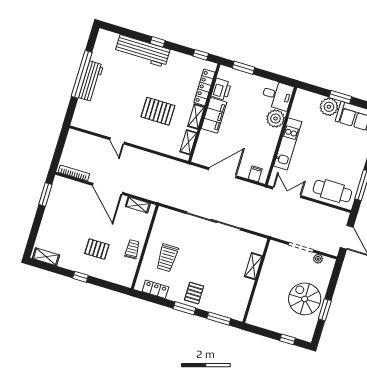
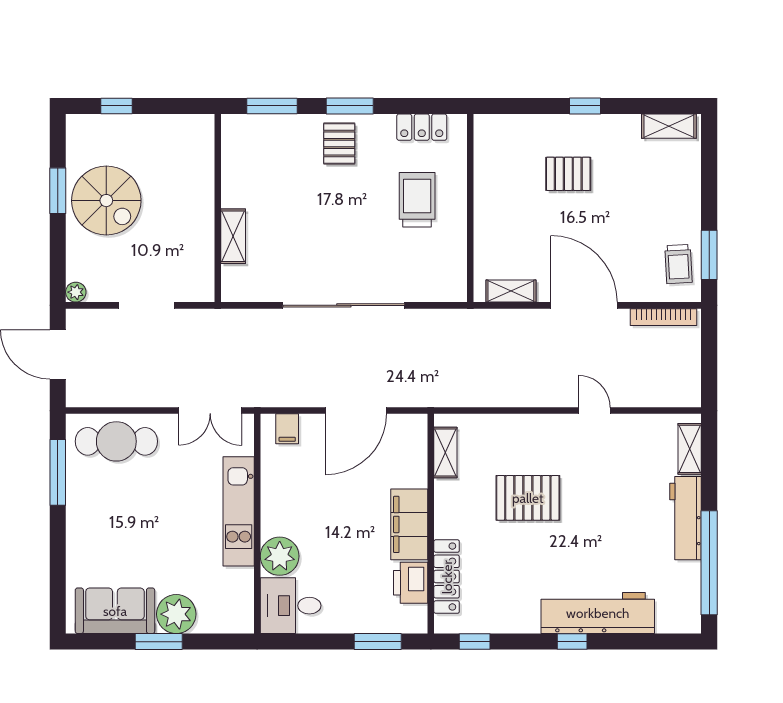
window: (82, 74) -> (709, 563), moved
shelving: (196, 117) -> (690, 449), moved
trolley: (132, 249) -> (678, 264), moved
plant: (318, 259) -> (76, 292), moved

